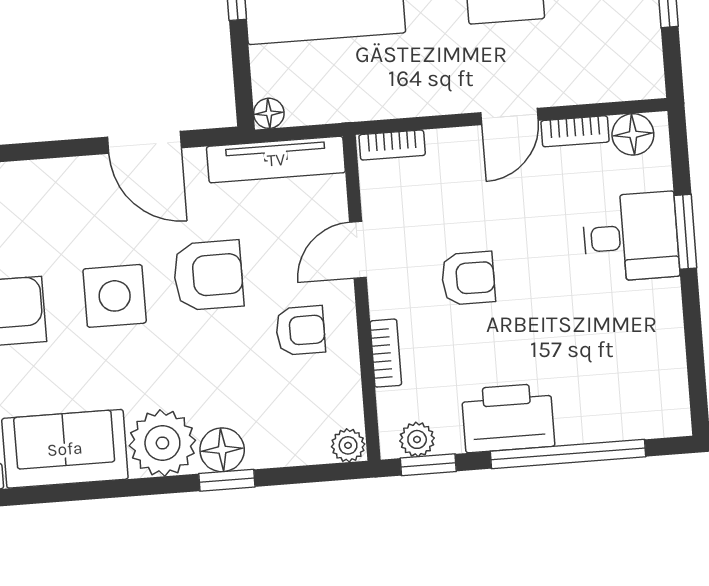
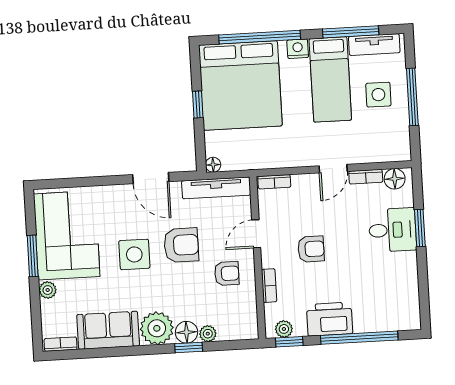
plant: (348, 445) -> (208, 334), moved

